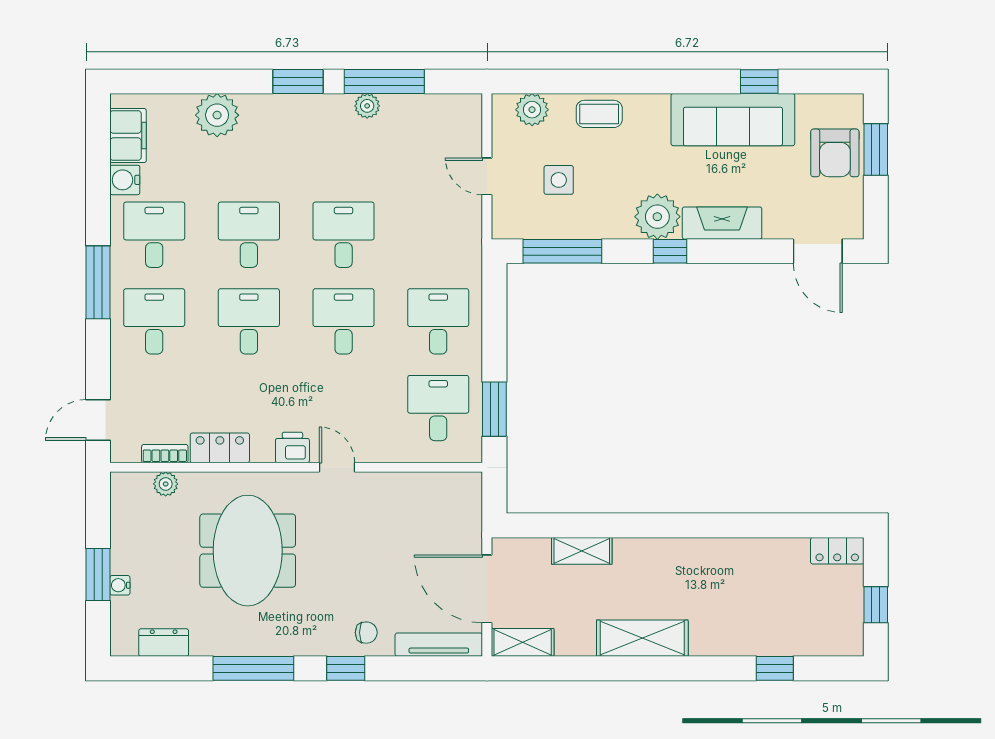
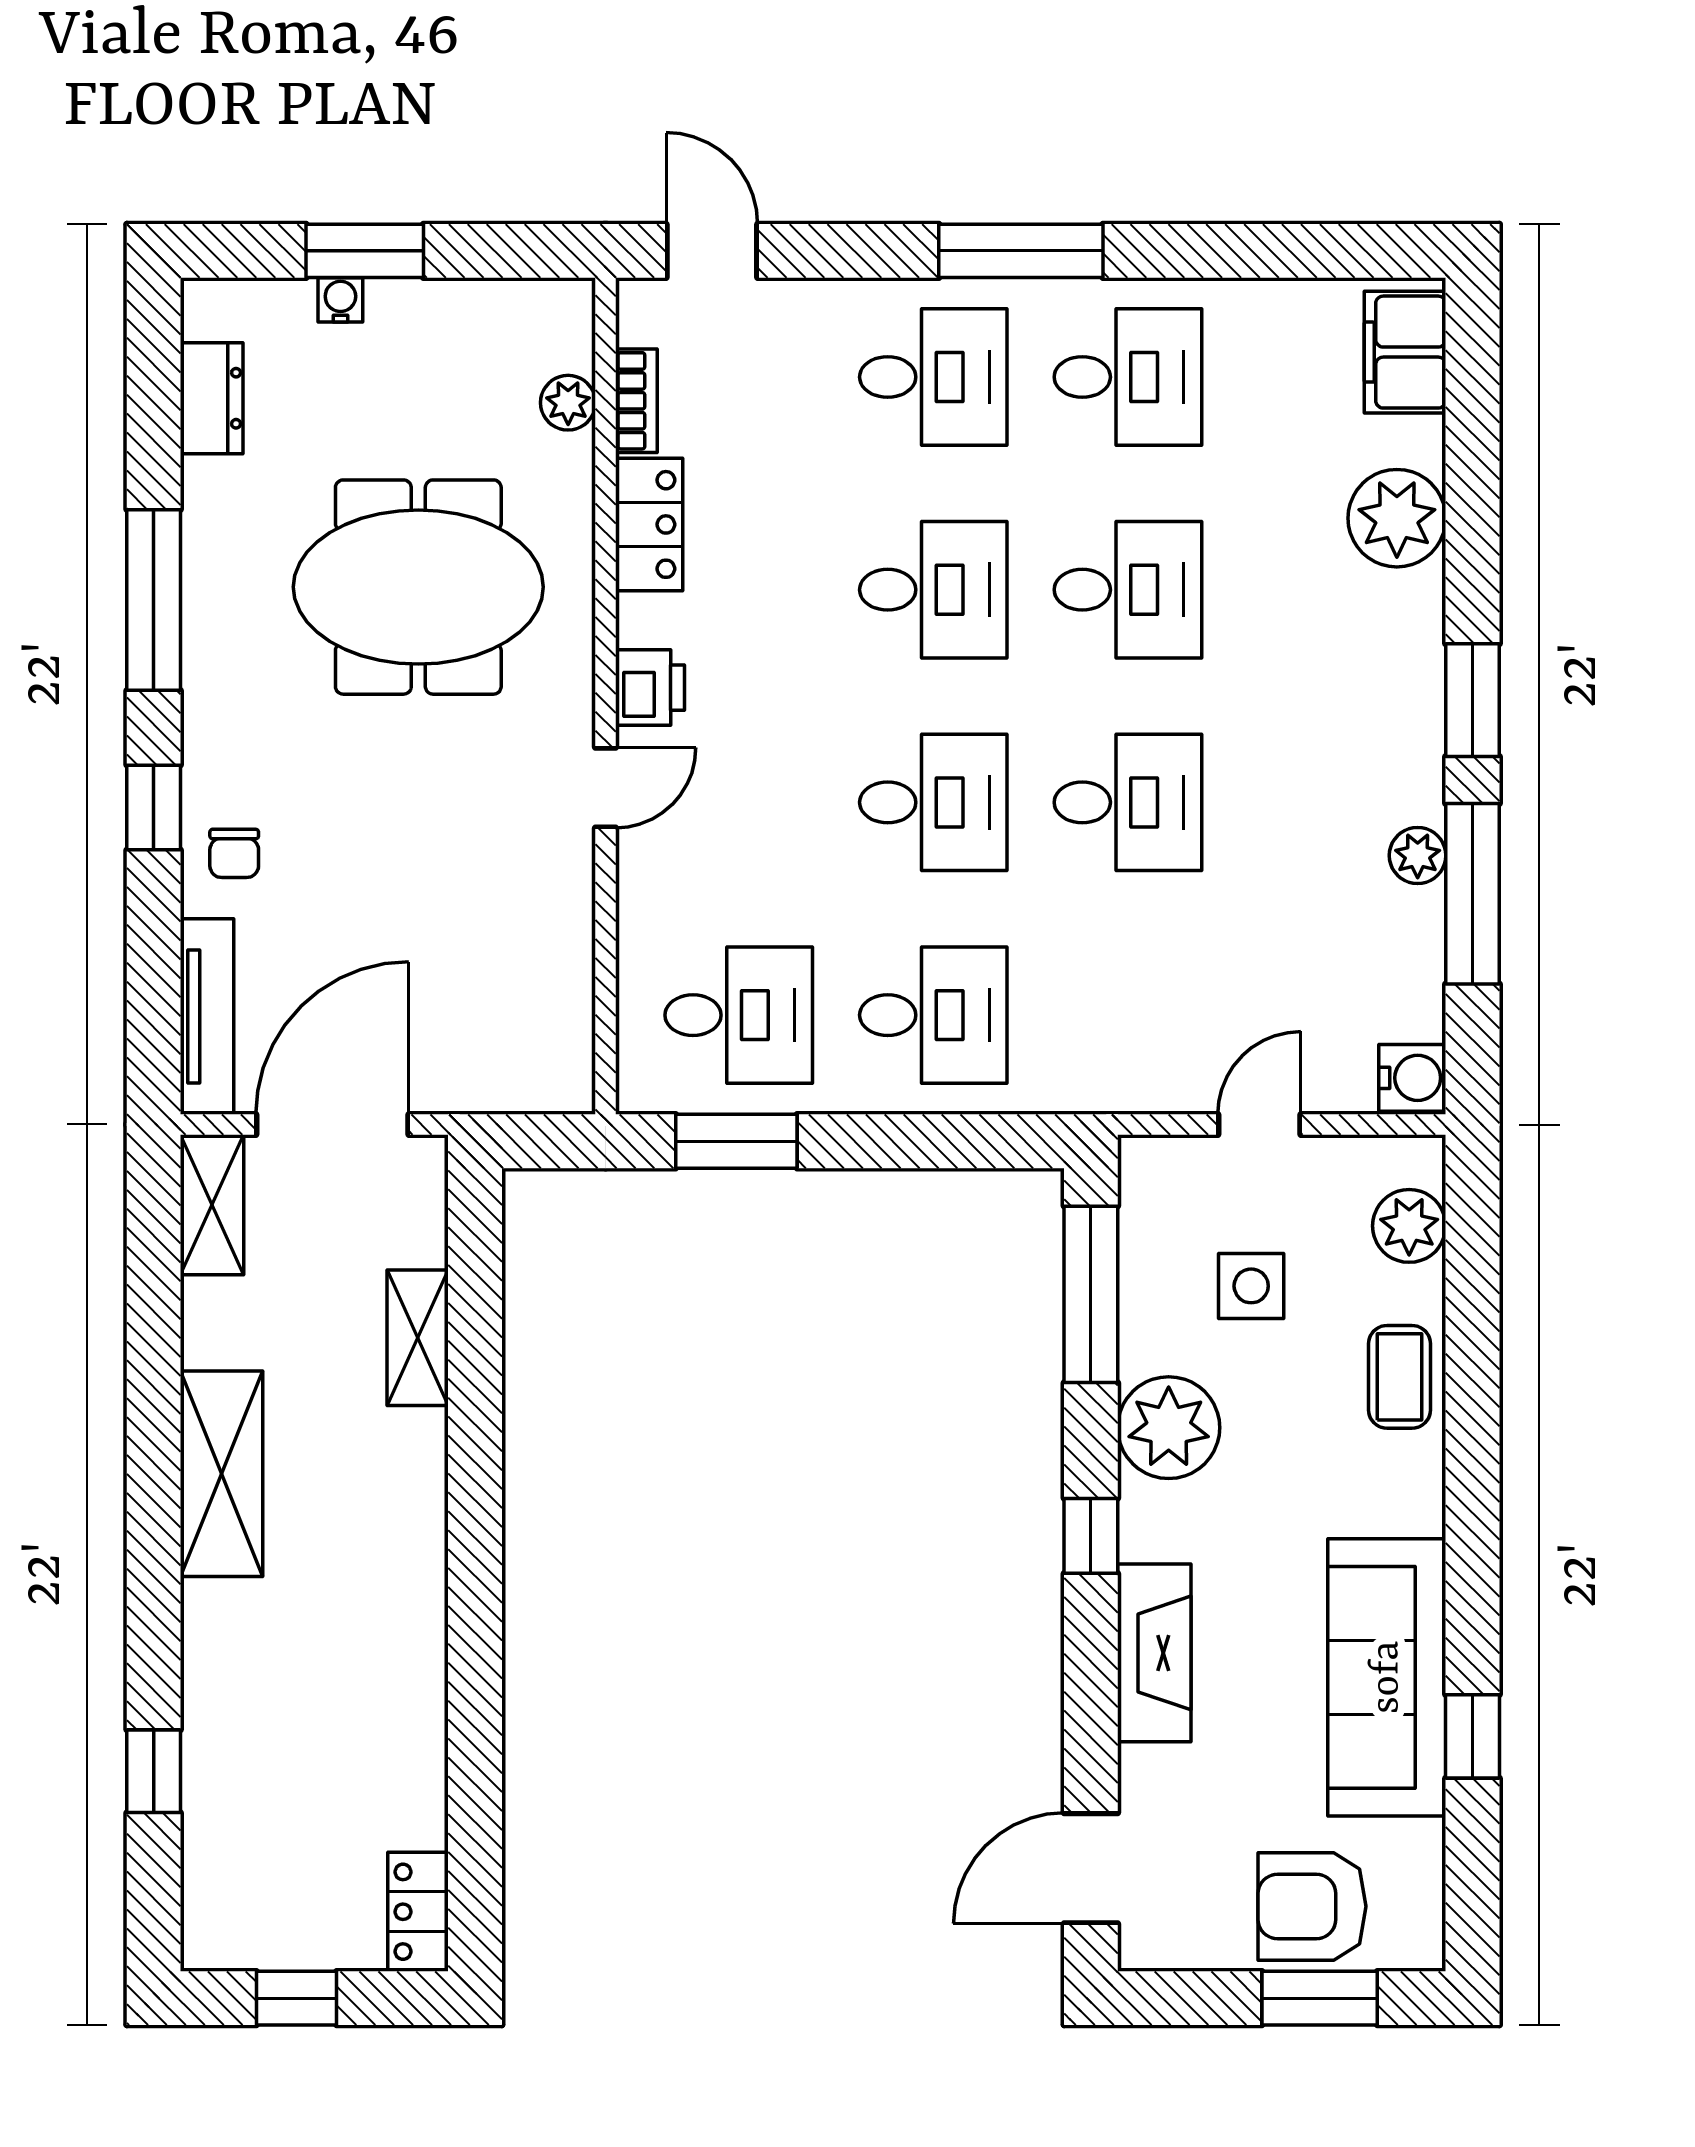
filing cabinet: (128, 135) -> (1405, 352), moved, turned 90
water cooler: (125, 180) -> (1412, 1078), moved, turned 90
plant: (657, 217) -> (1169, 1428), moved

